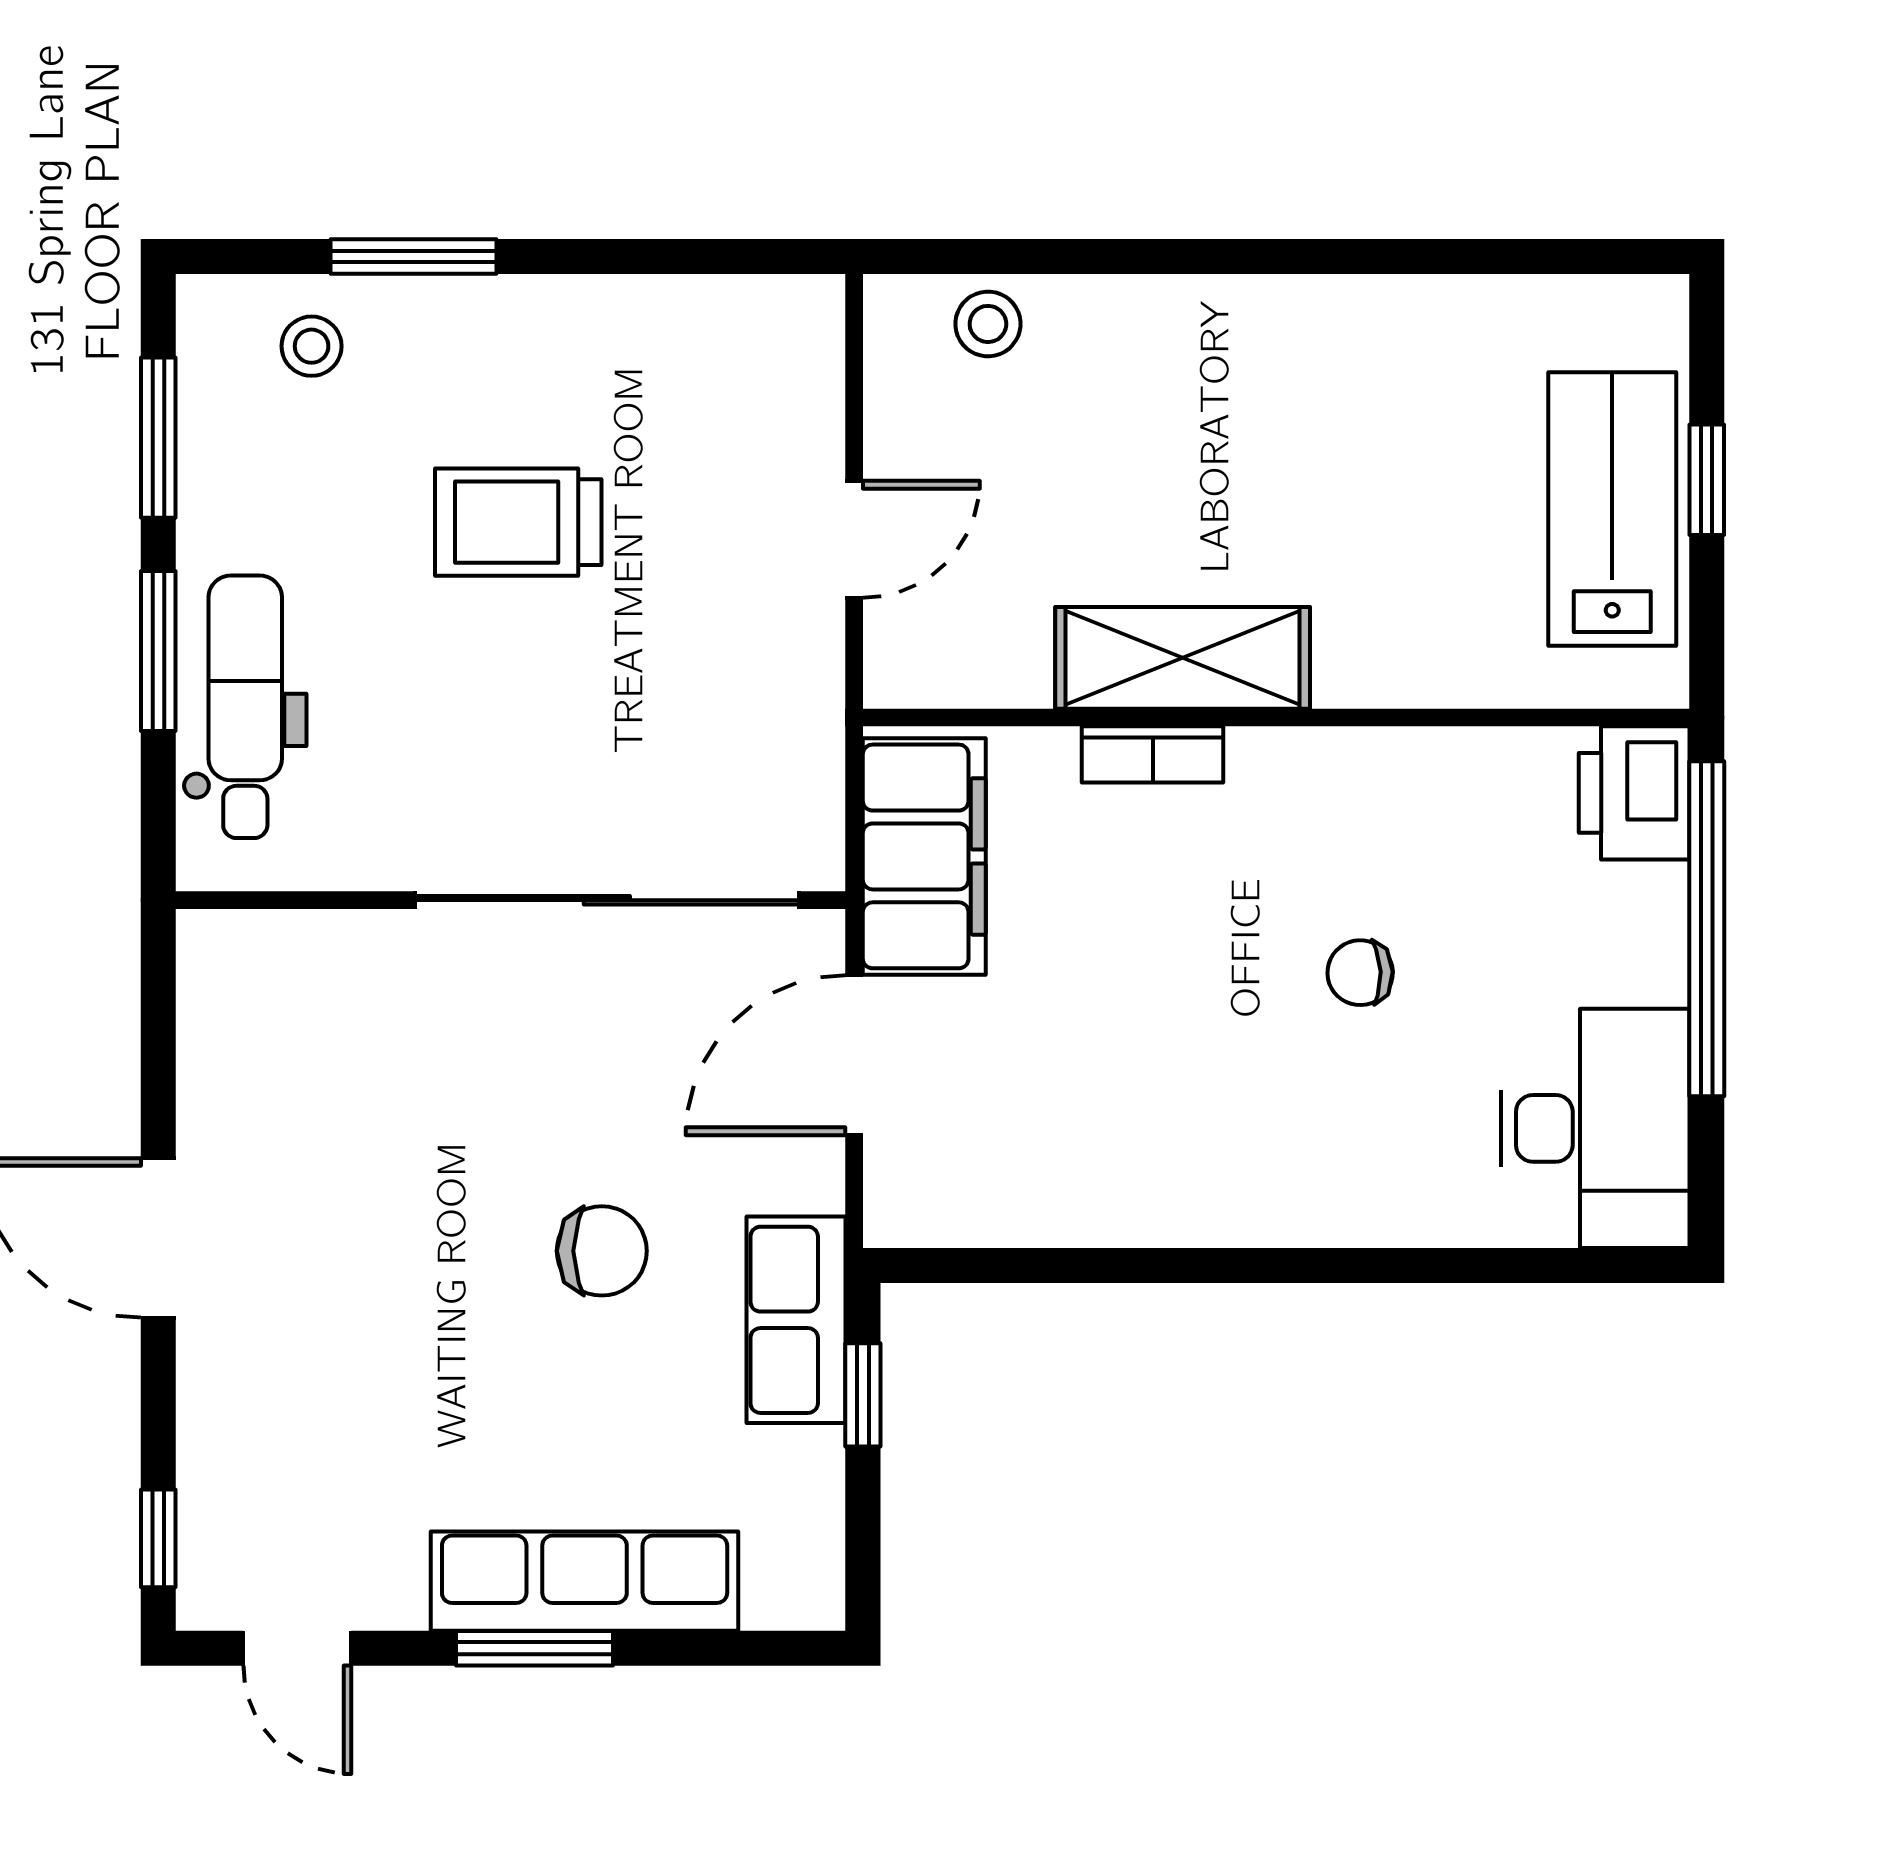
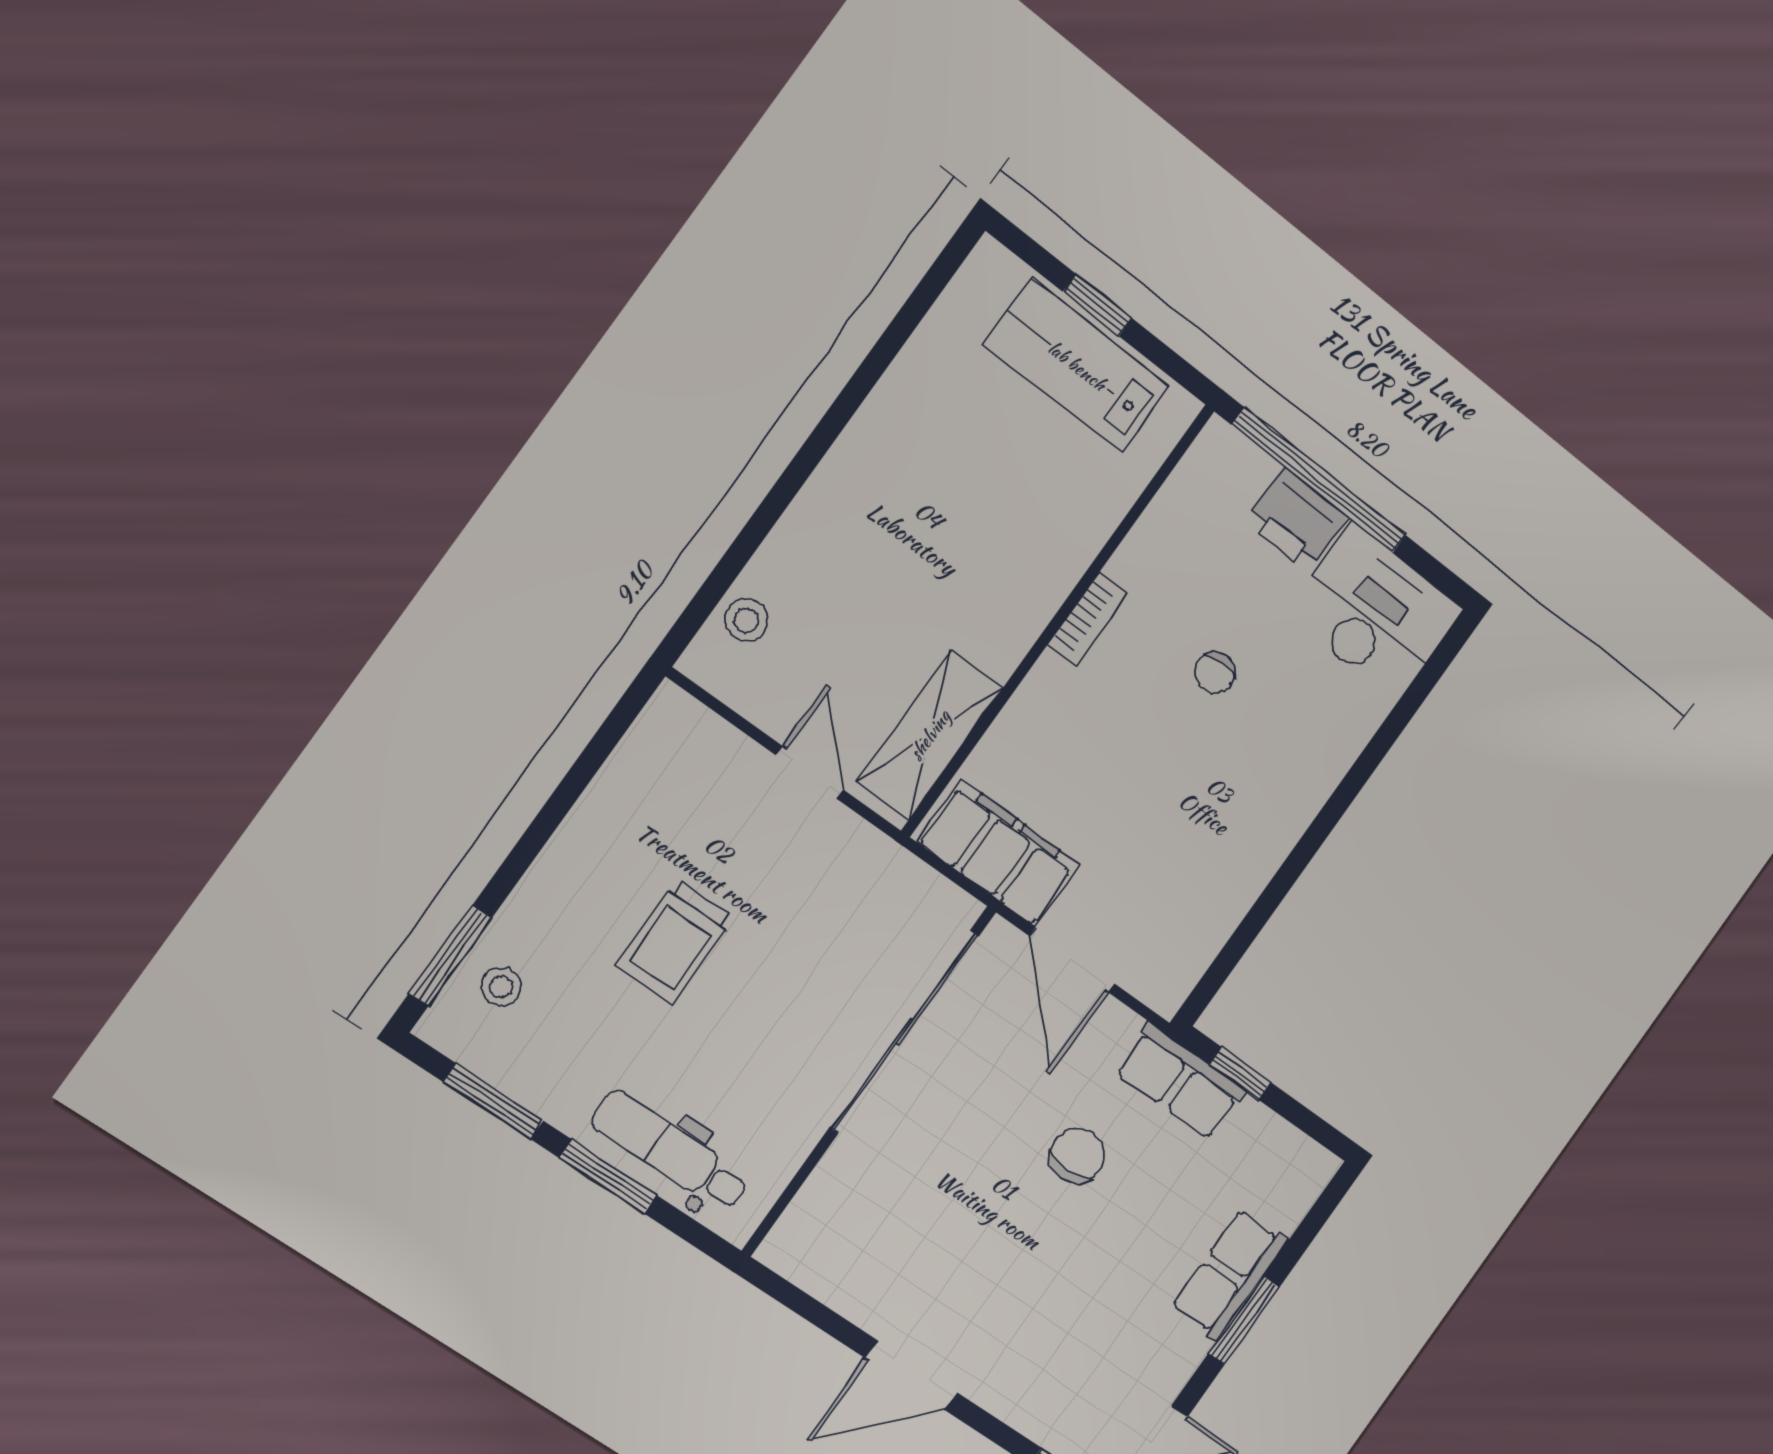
window: (414, 256) -> (450, 956), moved
shelving: (1183, 658) -> (930, 735), moved
bookcase: (1153, 754) -> (1088, 619), moved
printer: (1634, 793) -> (1296, 520), moved
row of seats: (585, 1581) -> (1230, 1274), width x0.68

